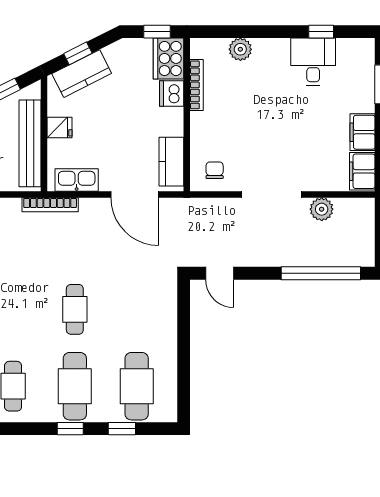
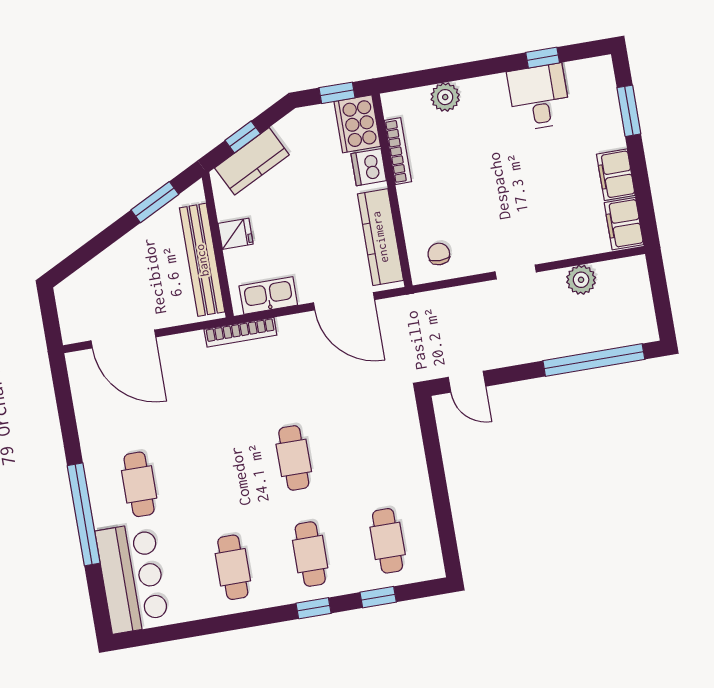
kitchen counter: (171, 162) -> (380, 237), width x1.50
doorway: (272, 194) -> (516, 272), width x0.53
cafe table: (75, 386) -> (310, 554), width x0.73, depth x0.74
cafe table: (137, 386) -> (388, 541), width x0.73, depth x0.74

